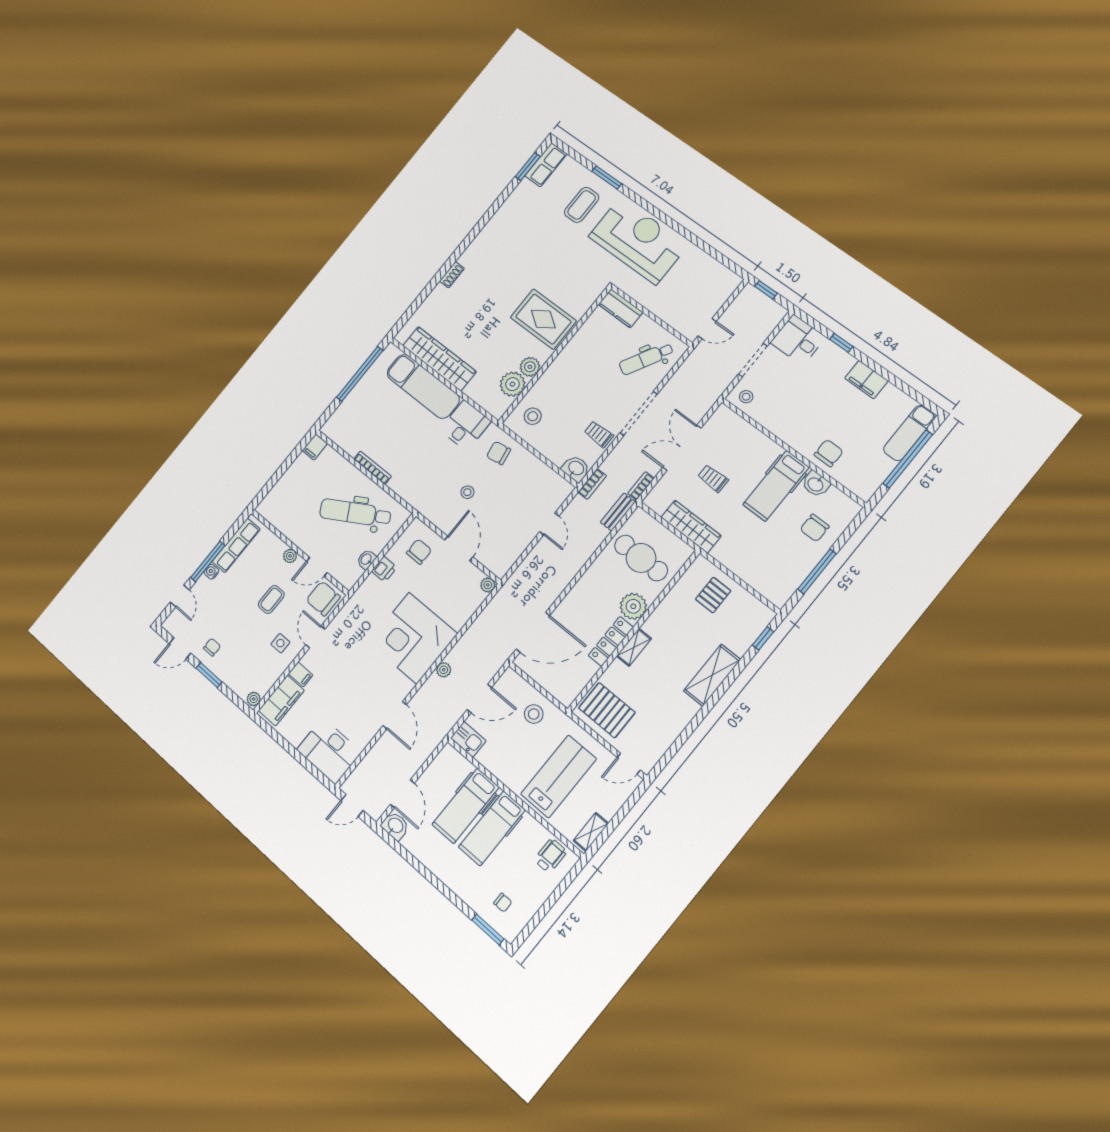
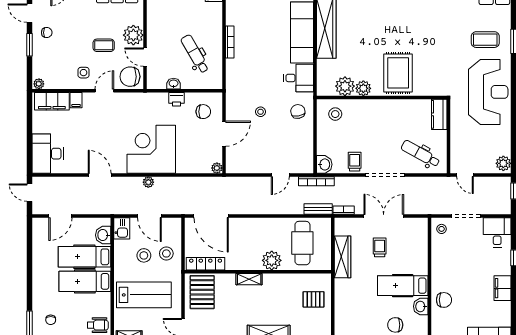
plant: (727, 279) -> (503, 163), added
bookcase: (592, 484) -> (316, 181), width x1.56
dental chair: (355, 513) -> (195, 54), width x0.73, depth x0.72
plant: (290, 556) -> (133, 35), width x1.87, depth x1.87
chair: (323, 599) -> (130, 77), turned -90
locker: (611, 641) -> (206, 264), moved
door: (395, 715) -> (100, 175), swing flipped
stool: (516, 740) -> (144, 255), added
washbasin: (395, 826) -> (103, 235), moved, turned 180

